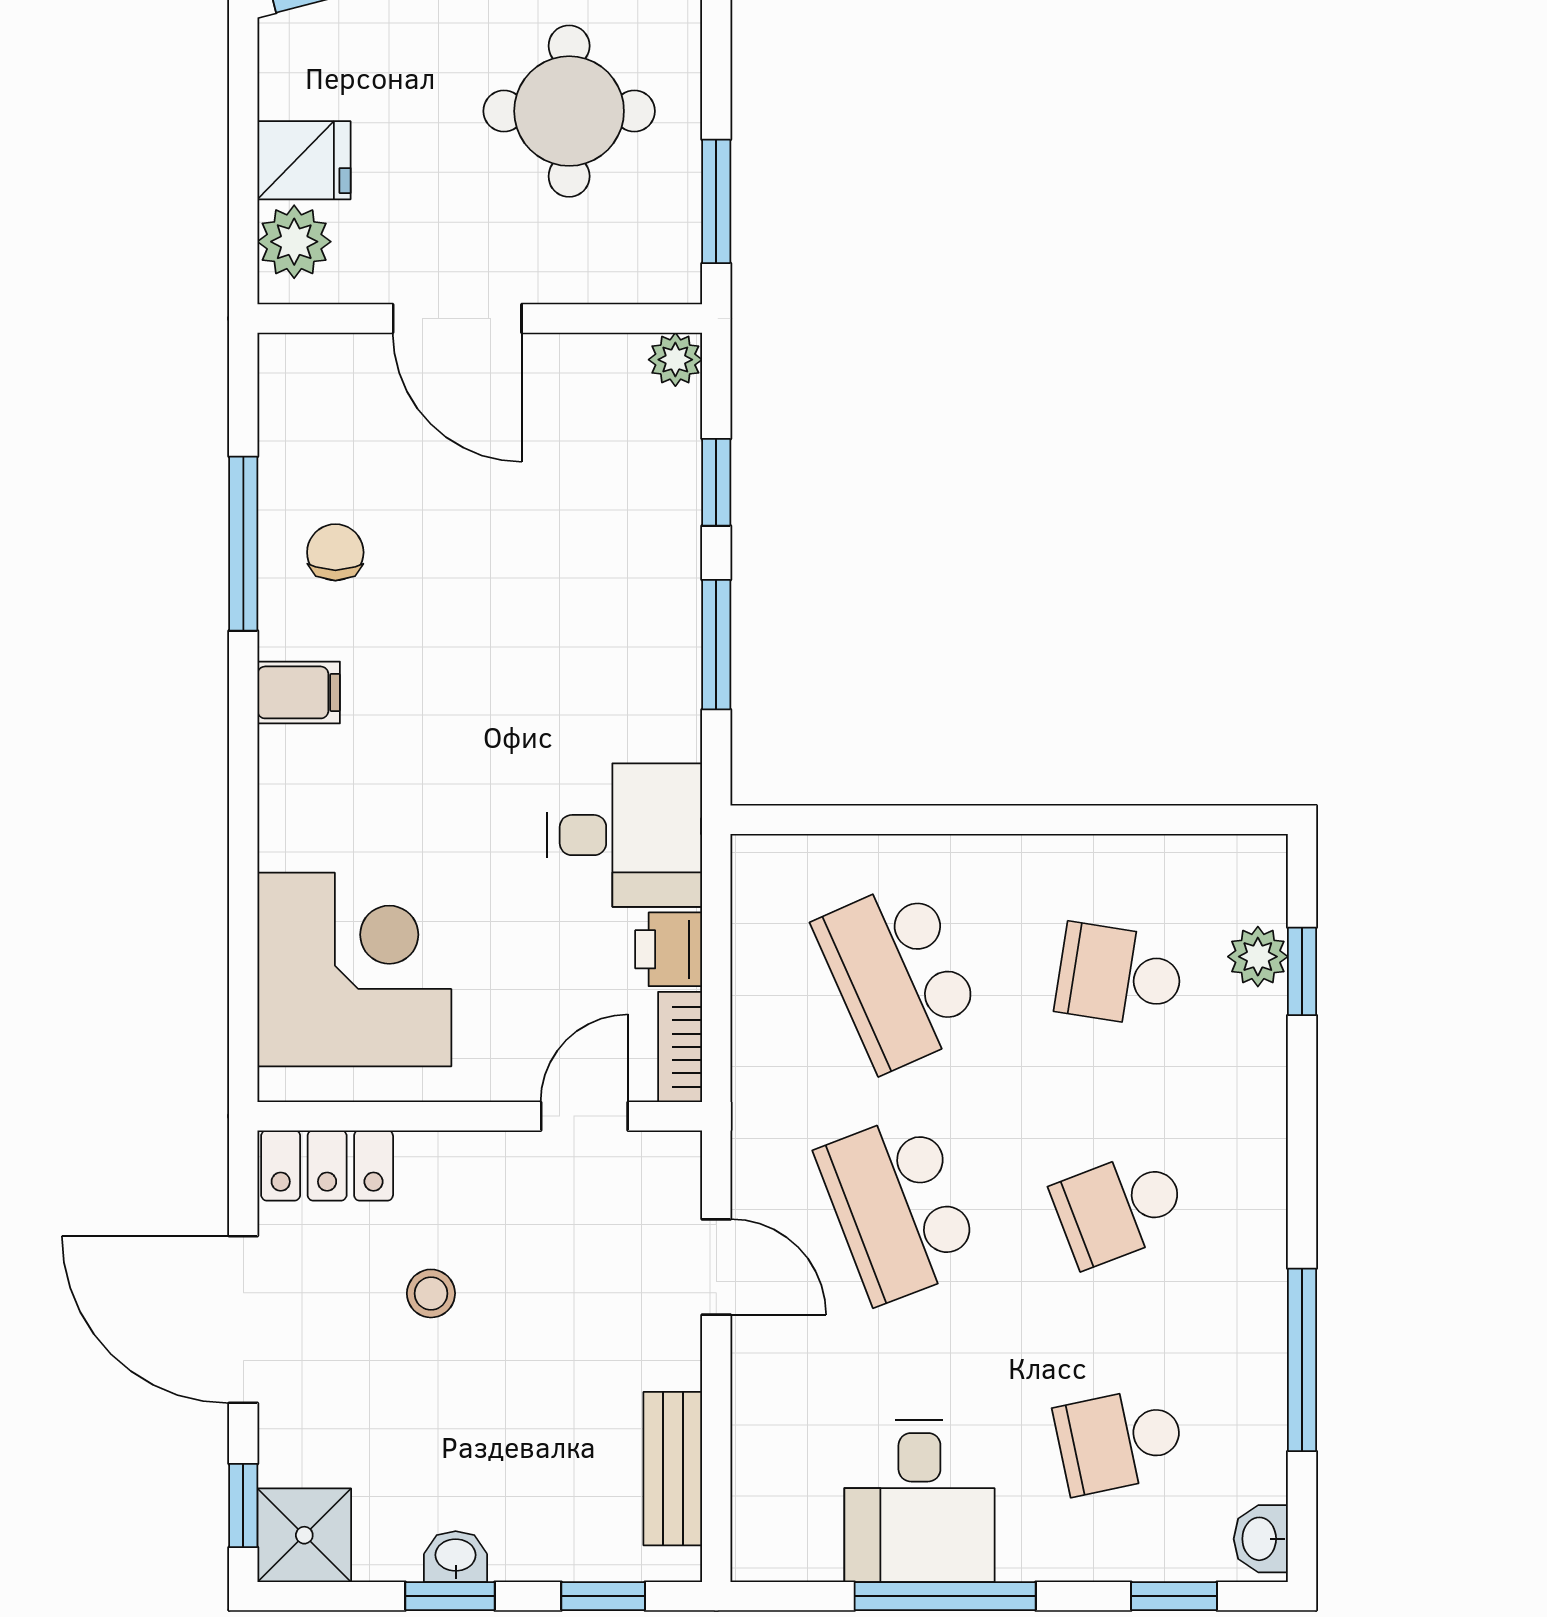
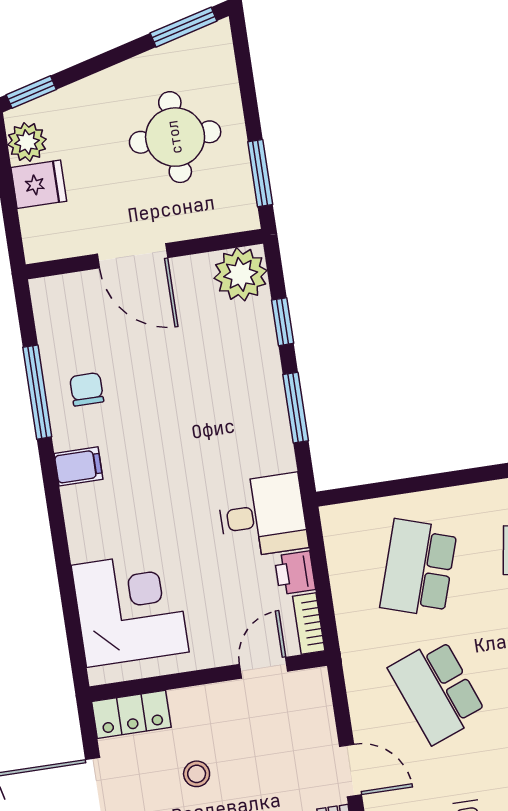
plant: (294, 242) -> (27, 142), moved
plant: (675, 360) -> (241, 274), width x1.87, depth x1.87
school desk: (899, 975) -> (419, 568), turned 42
door: (716, 1267) -> (351, 771), moved

